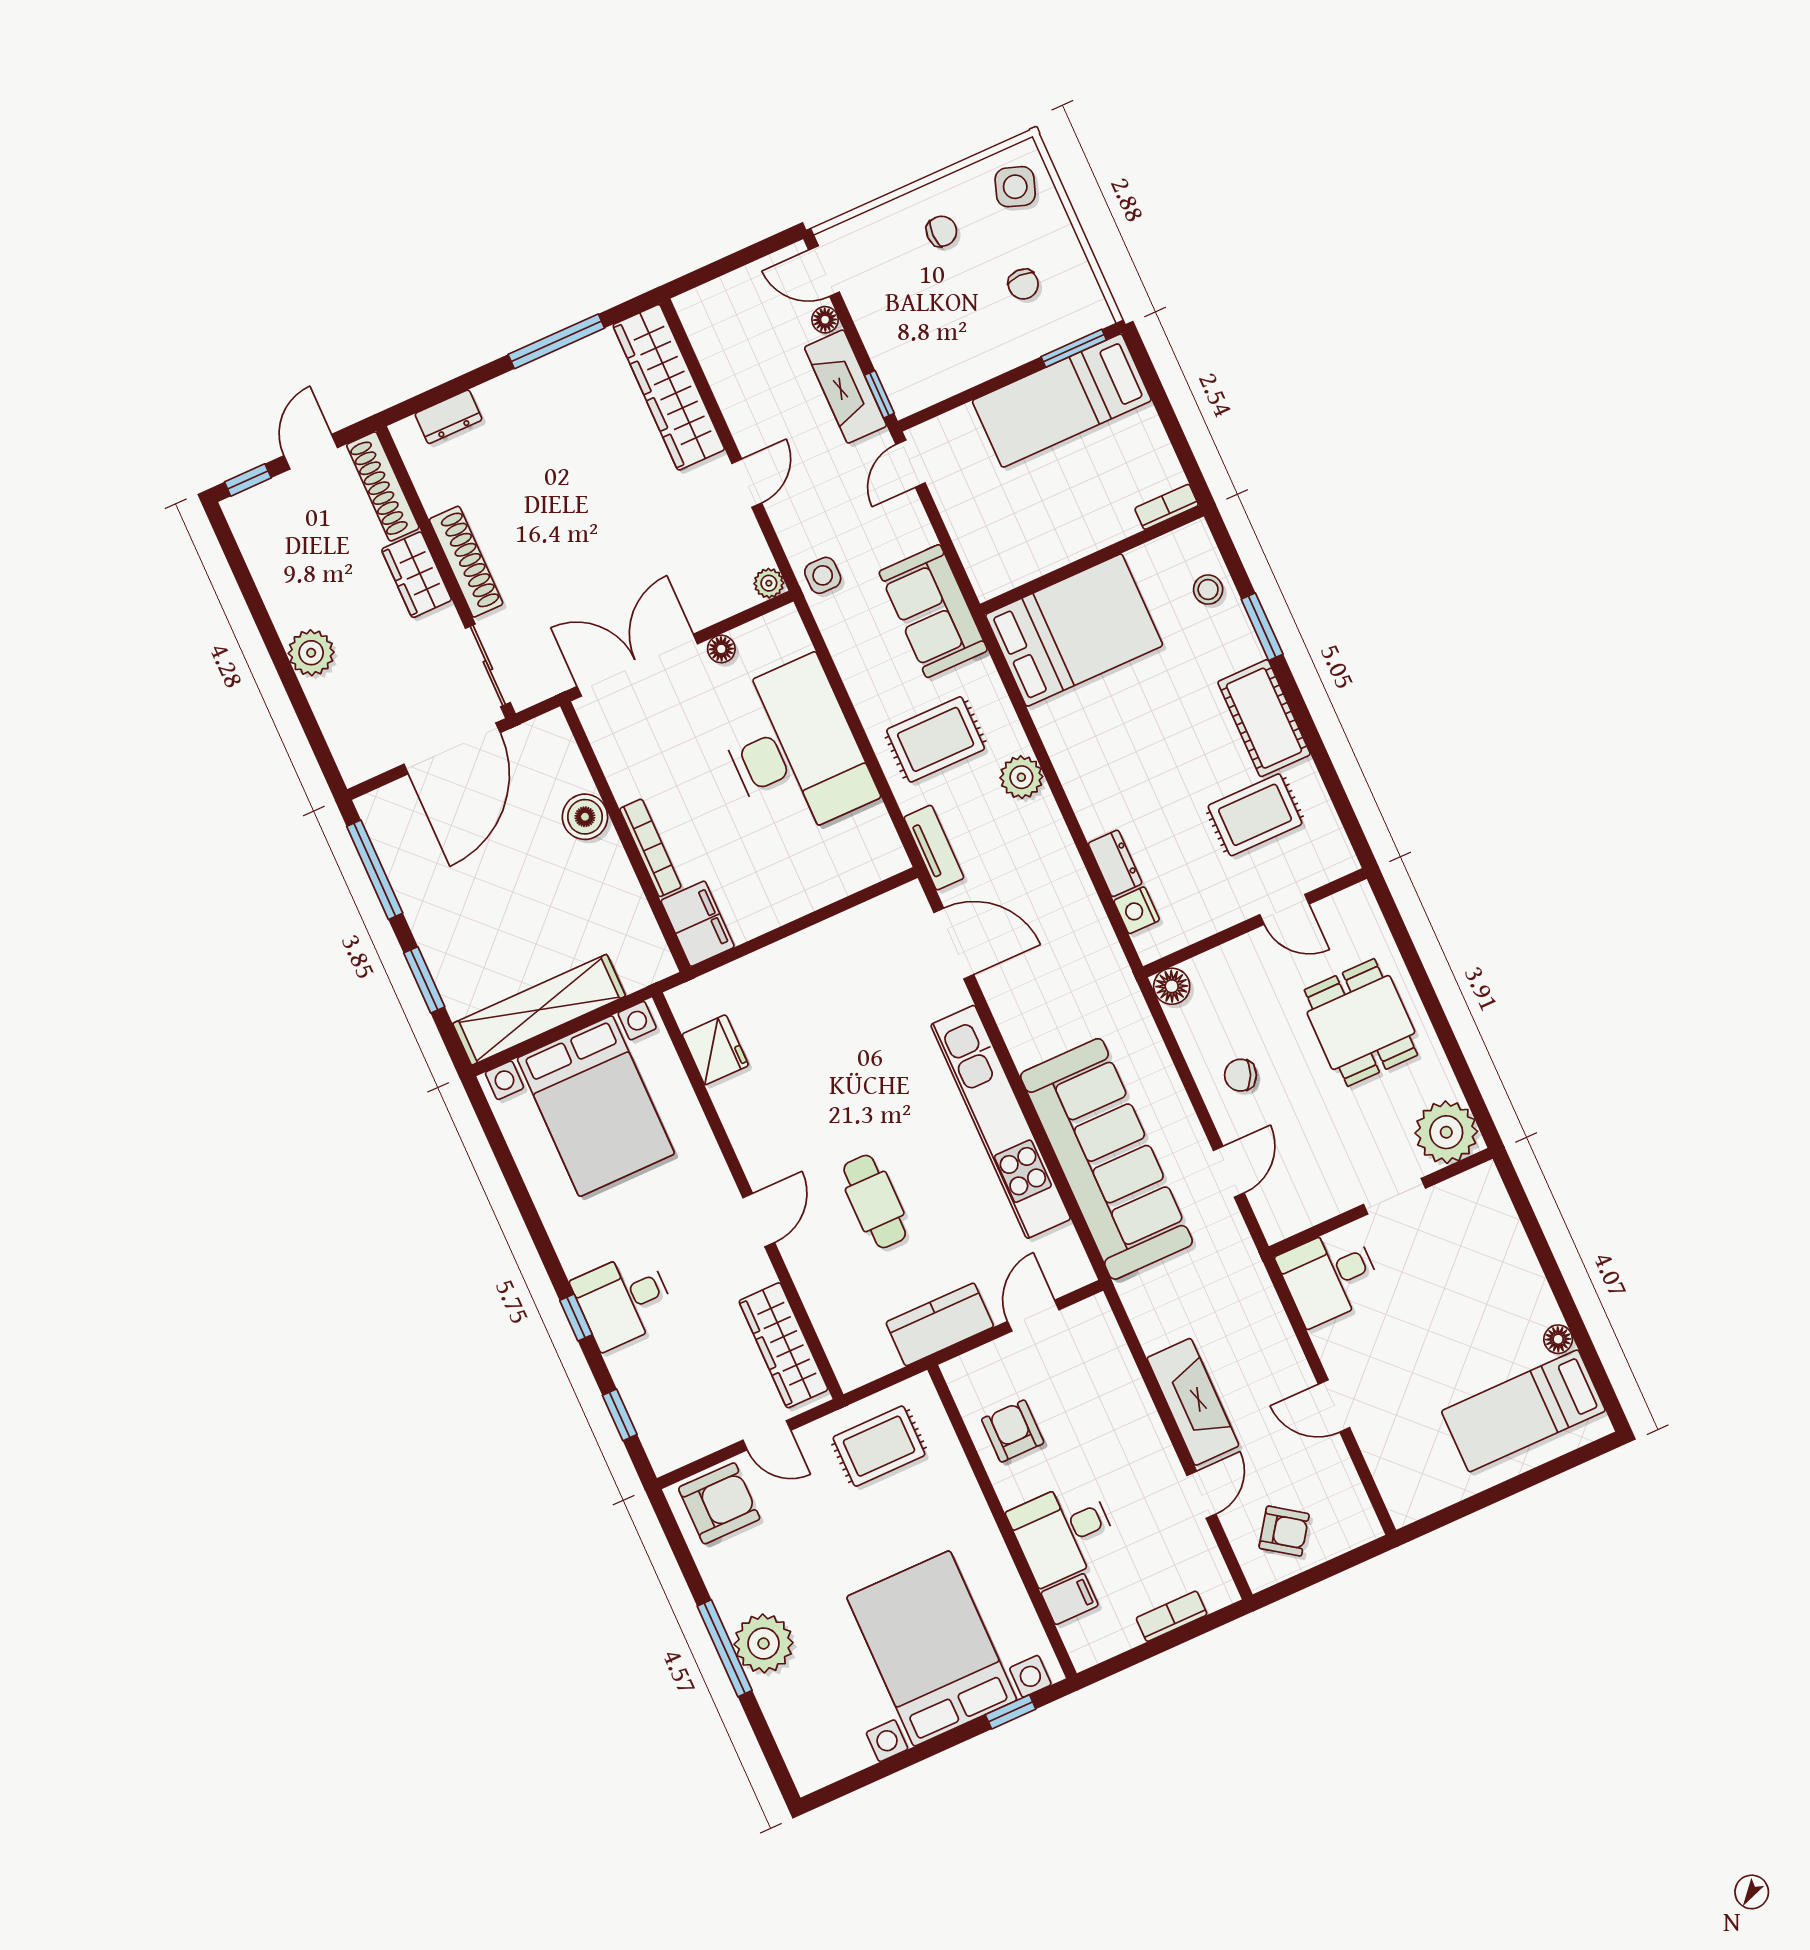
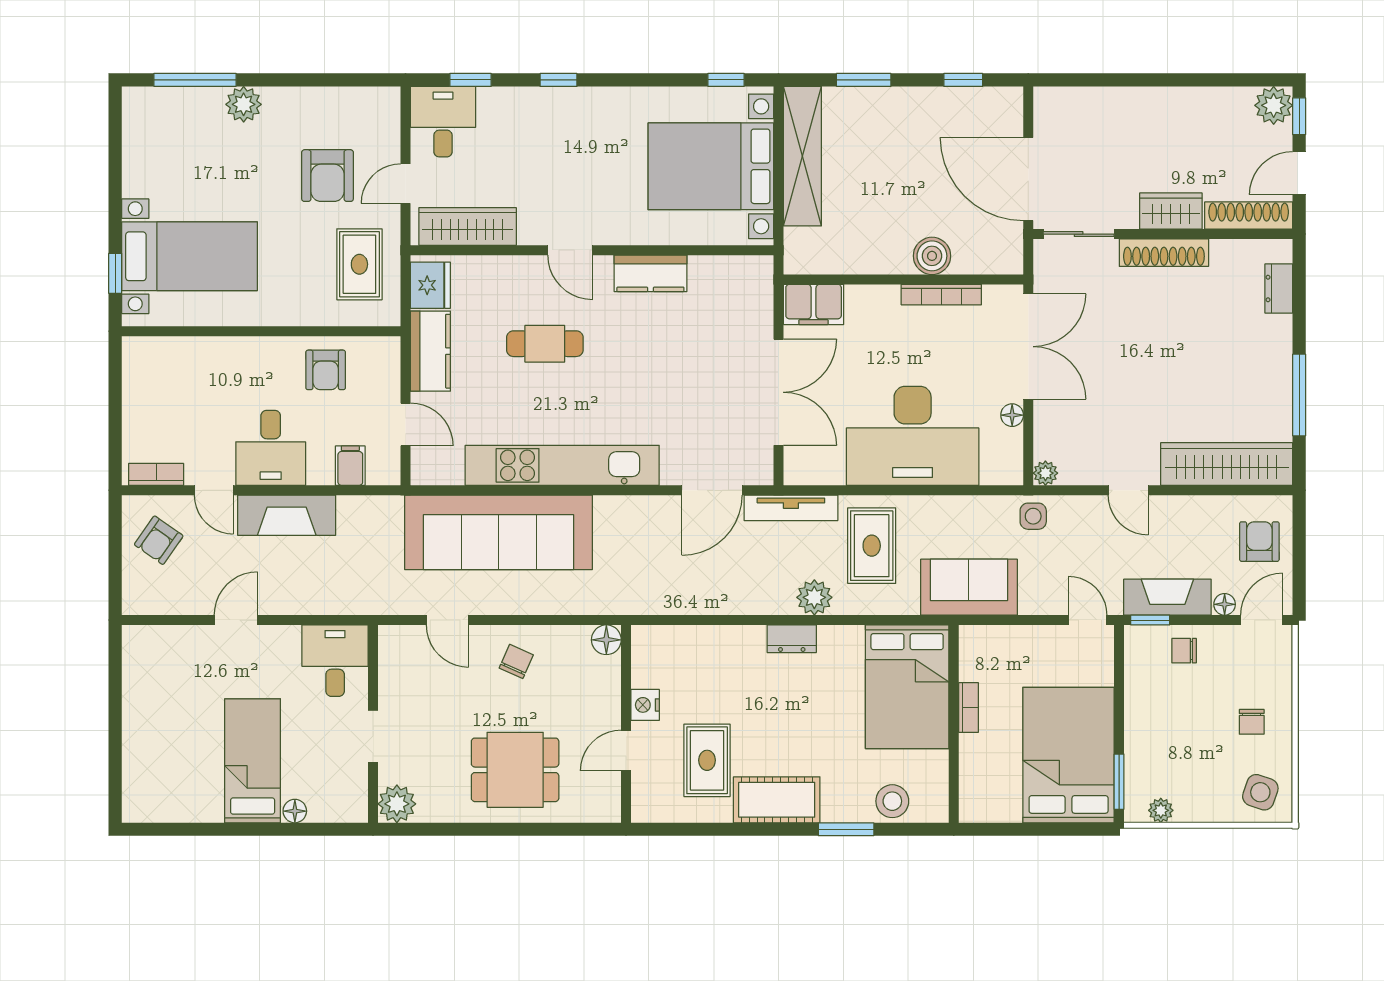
chair: (1023, 284) -> (1184, 651), moved
plant: (1085, 288) -> (1161, 810), added
armchair: (738, 312) -> (1259, 542), added
bed: (1062, 401) -> (1069, 755), width x1.50
door: (311, 452) -> (1299, 173), swing flipped
bookcase: (1167, 507) -> (968, 707), moved
stool: (1208, 590) -> (892, 801), width x1.37, depth x1.37
plant: (311, 653) -> (1274, 105), moved
bookcase: (650, 848) -> (941, 295), moved
tv unit: (934, 848) -> (791, 508), width x1.41
dresser: (1115, 863) -> (792, 639), moved
window: (375, 870) -> (963, 80), width x0.46
nightstand: (1137, 910) -> (645, 705), moved, turned -90
double door: (812, 919) -> (779, 392), added
fridge: (715, 1050) -> (430, 285), moved, turned -90
kitchen counter: (744, 1120) -> (650, 273), added
window: (493, 1132) -> (726, 80), added
plant: (1446, 1132) -> (397, 804), width x0.73, depth x0.73
desk: (624, 1300) -> (443, 122), moved
floor lamp: (1558, 1339) -> (295, 811), moved
bed: (1523, 1411) -> (253, 761), moved
armchair: (1013, 1431) -> (326, 370), turned 90
armchair: (719, 1503) -> (328, 176), moved
desk: (1063, 1532) -> (271, 448), moved, turned 180
filing cabinet: (1070, 1599) -> (350, 466), moved, turned 180
bookcase: (1172, 1616) -> (156, 474), moved, turned -90
plant: (764, 1643) -> (244, 104), width x0.73, depth x0.73
window: (725, 1648) -> (195, 80), moved
bed with nightstands: (932, 1648) -> (189, 256), width x0.73

